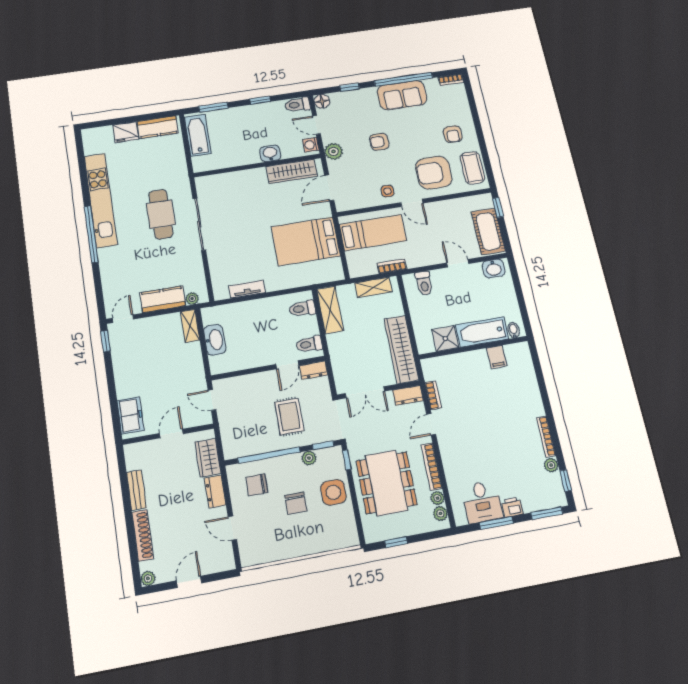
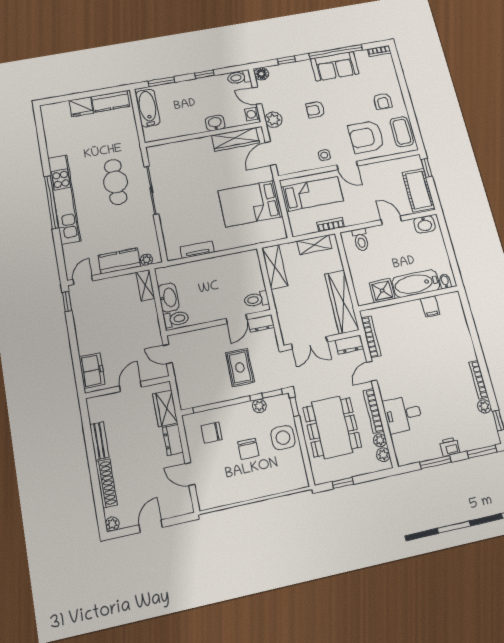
kitchen unit: (101, 200) -> (64, 199), moved
toilet: (302, 309) -> (176, 319), moved, turned 180
bookcase: (433, 395) -> (371, 337), width x1.56
desk: (482, 502) -> (403, 414), moved, turned 90

